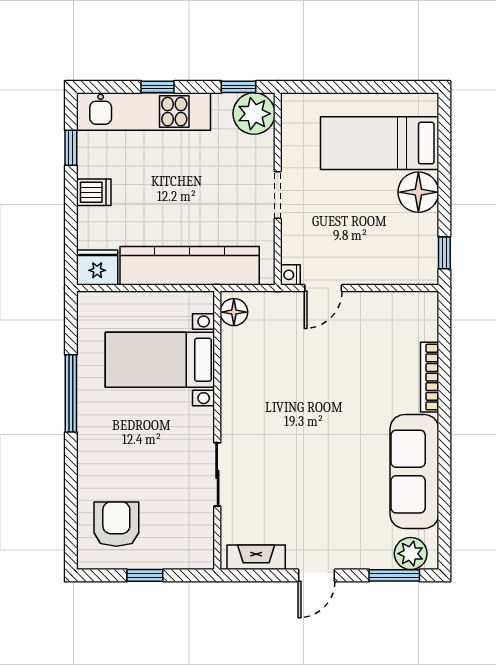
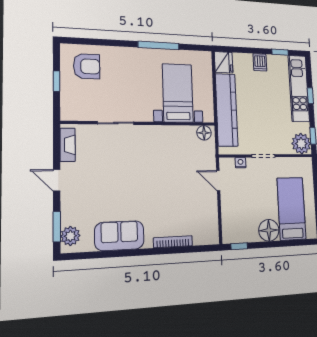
nightstand: (290, 275) -> (241, 163), moved
sofa: (414, 472) -> (119, 236), width x0.73

